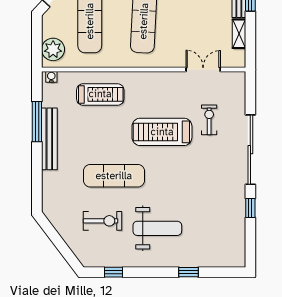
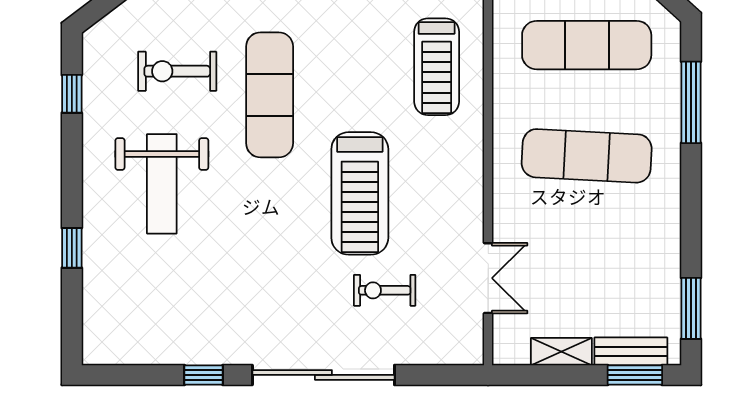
exercise bike: (209, 120) -> (385, 290), turned 180
treadmill: (162, 132) -> (360, 193), turned 180
exercise bike: (102, 221) -> (177, 71), turned 90

